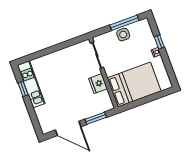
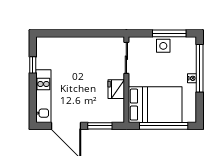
window: (159, 42) -> (200, 68), width x3.17
kitchen unit: (31, 84) -> (43, 96), moved
window: (147, 99) -> (164, 126), added

